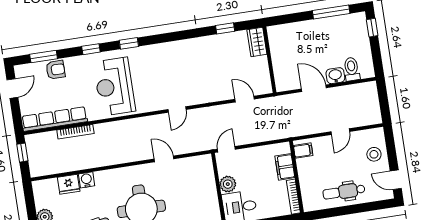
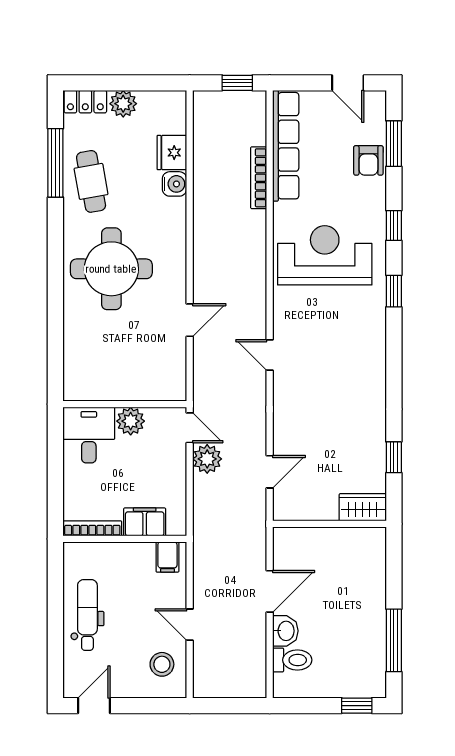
plant: (243, 136) -> (207, 459), added
stool: (374, 154) -> (162, 664), moved

